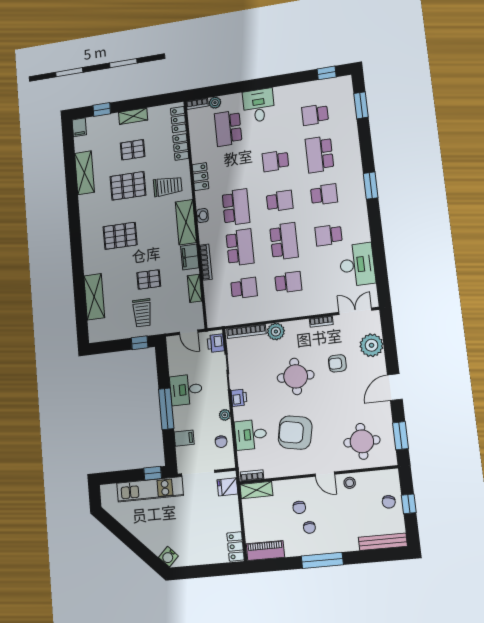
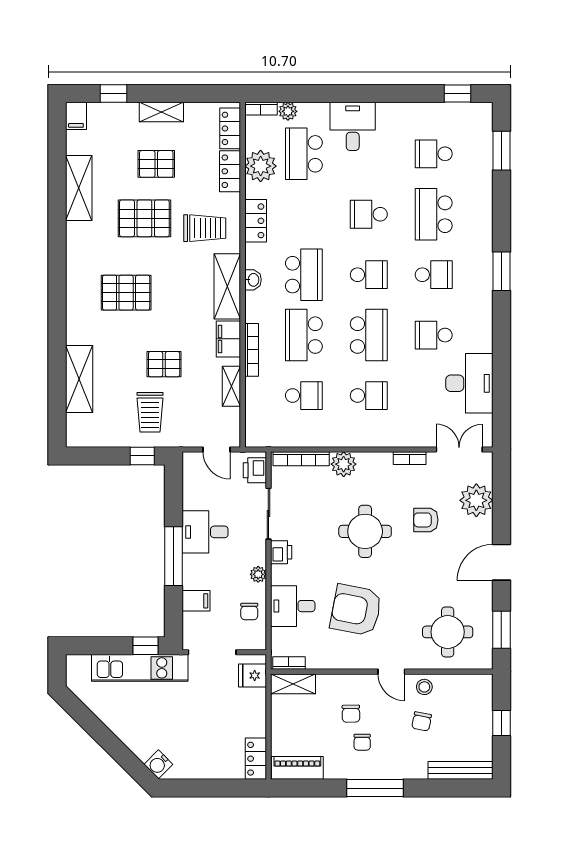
plant: (200, 141) -> (261, 166), added
school desk: (240, 247) -> (304, 335), turned 180
chair: (389, 502) -> (422, 721), moved

